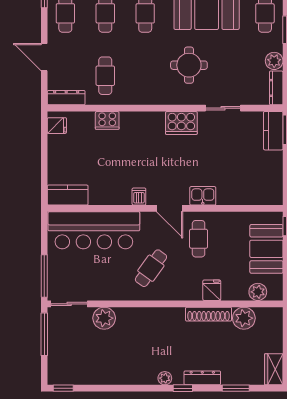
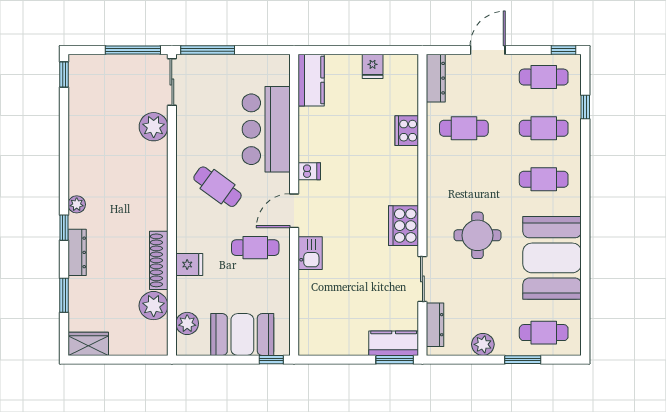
dresser: (276, 88) -> (435, 325), moved, turned 90
fridge: (57, 126) -> (373, 66), moved
bar counter: (94, 230) -> (266, 129), width x0.73

